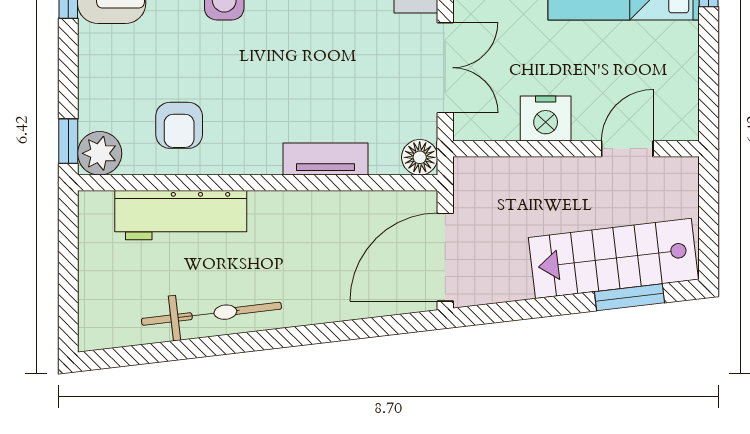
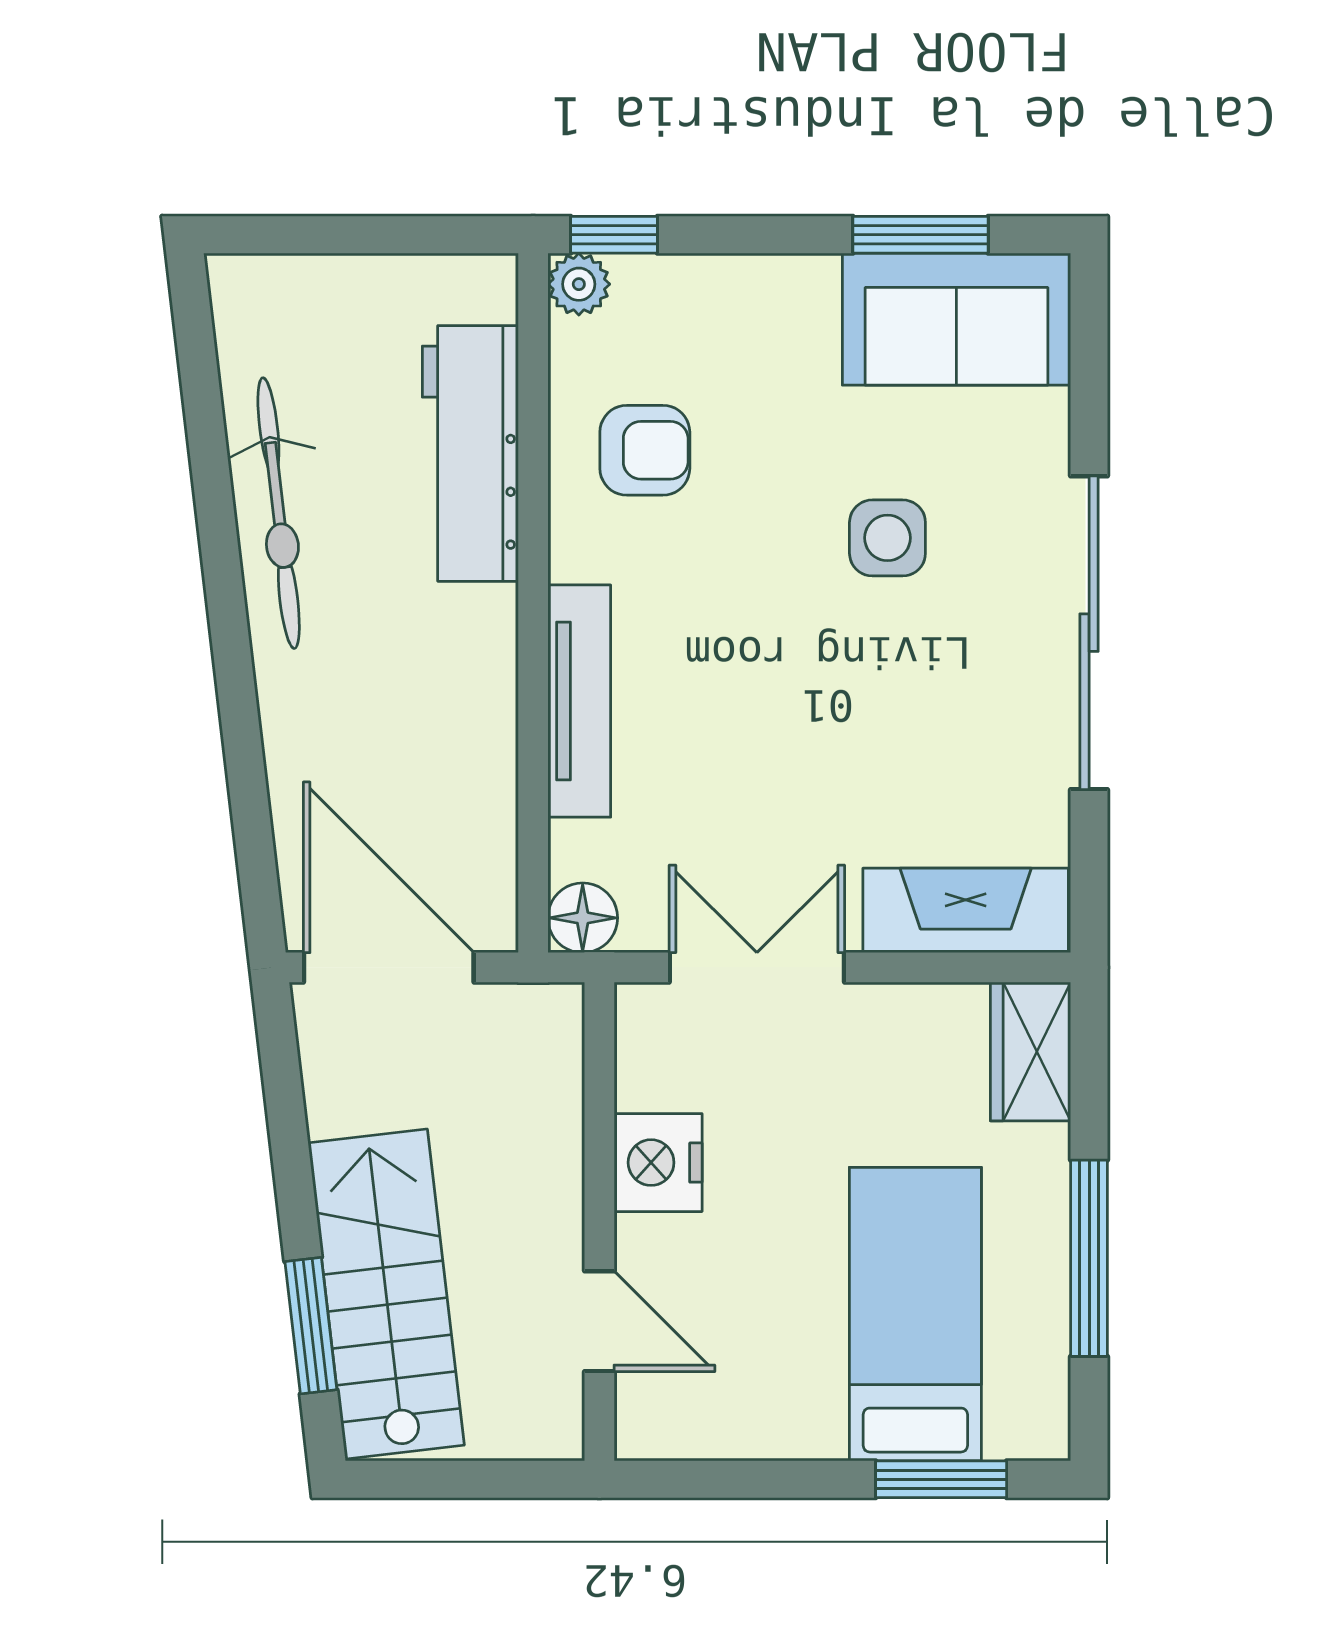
double door: (445, 68) -> (757, 967), swing flipped
armchair: (179, 125) -> (645, 450), turned 180
plant: (100, 153) -> (579, 284), width x0.73, depth x0.73
tv unit: (325, 159) -> (579, 701), width x1.41

